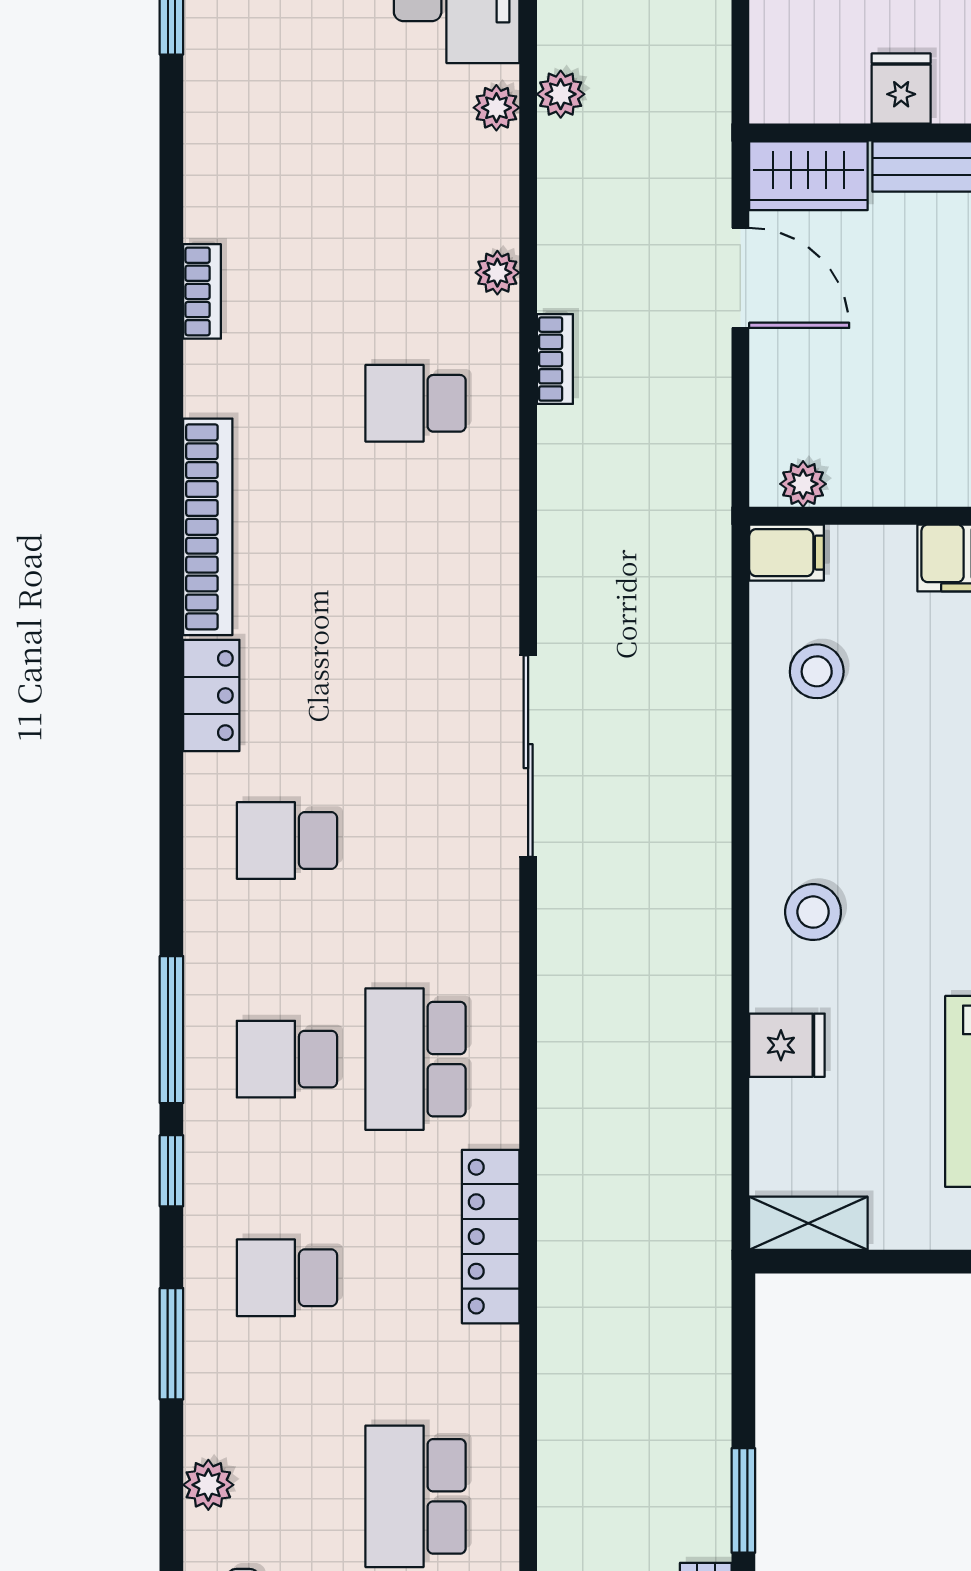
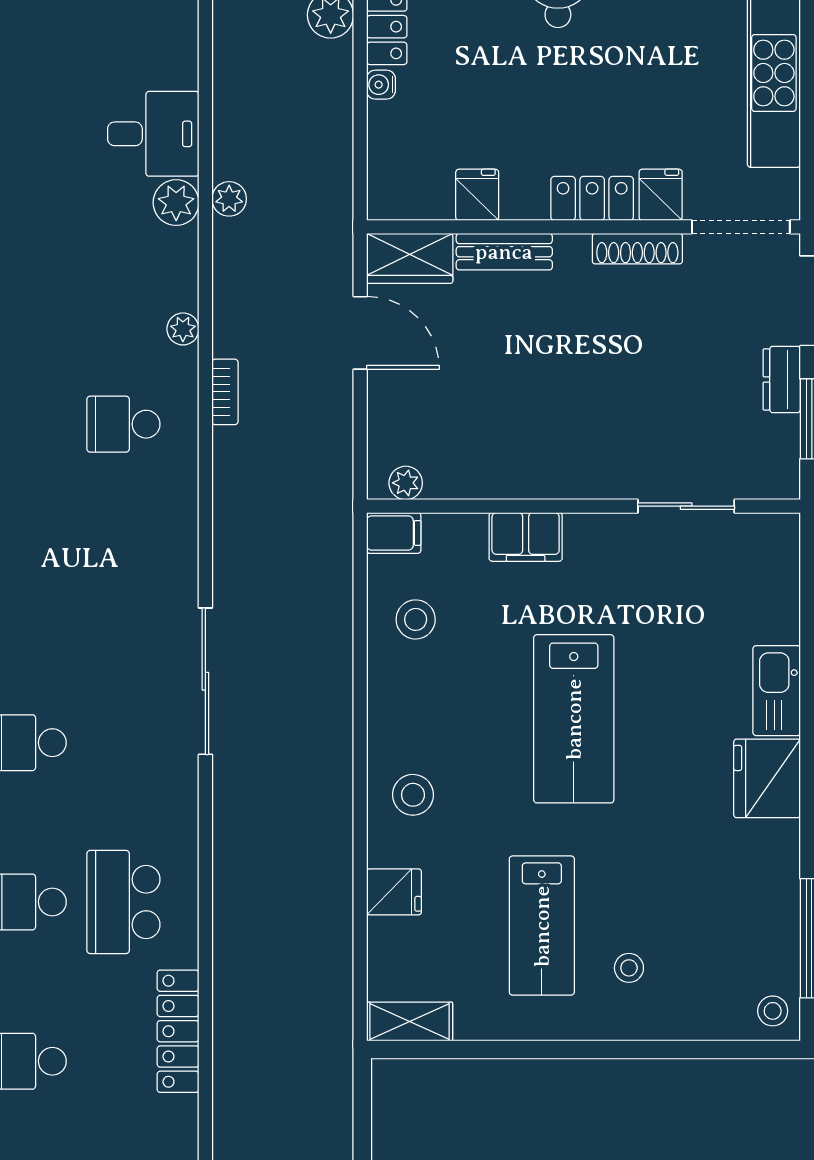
plant: (496, 108) -> (176, 203), width x1.38, depth x1.38

